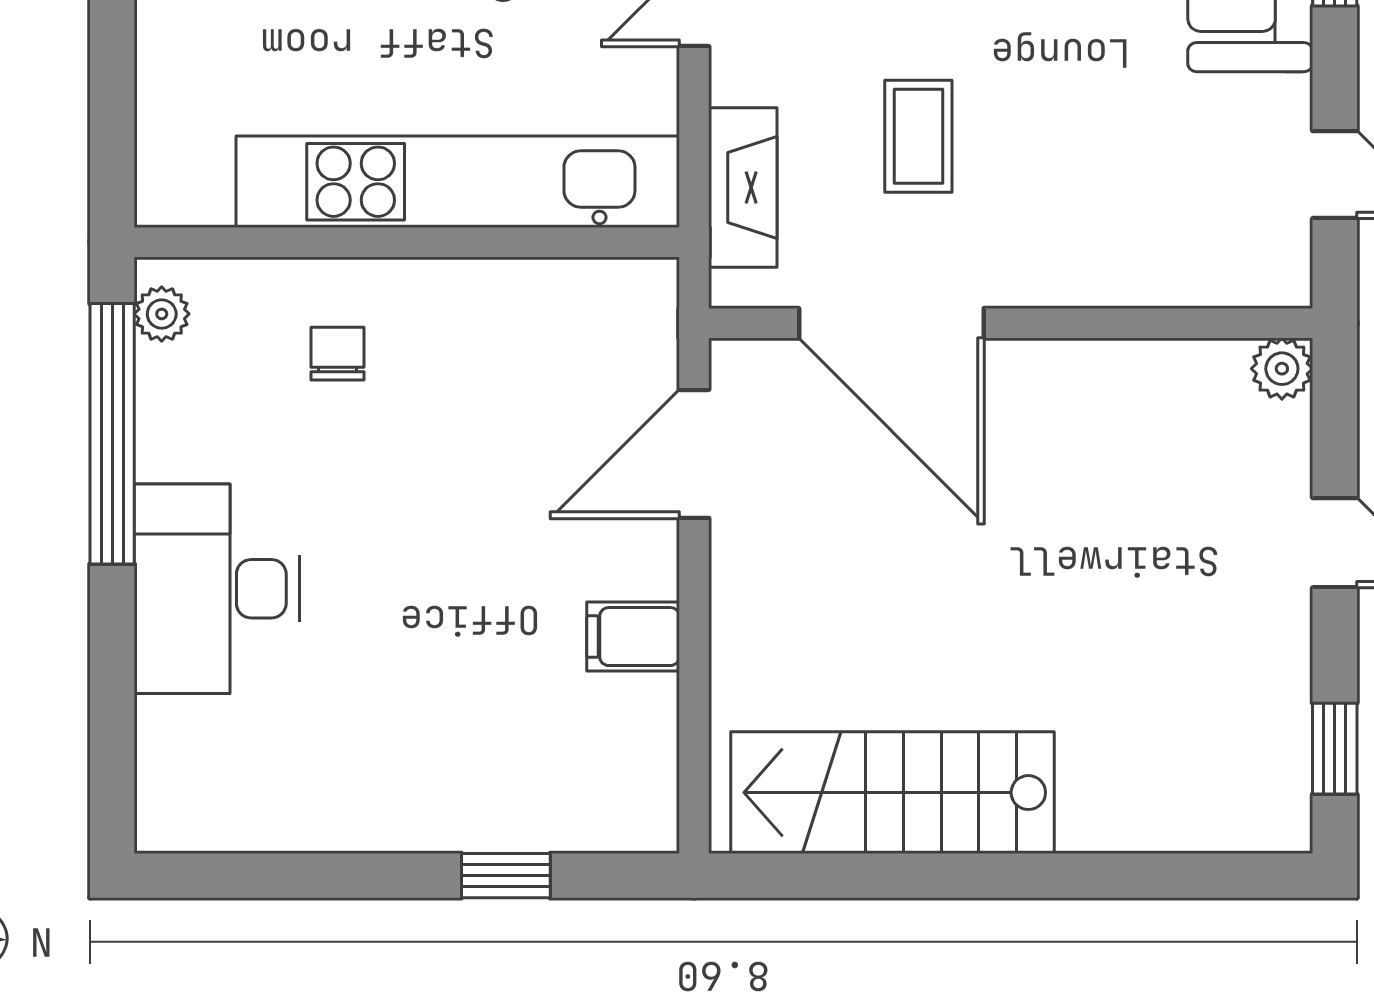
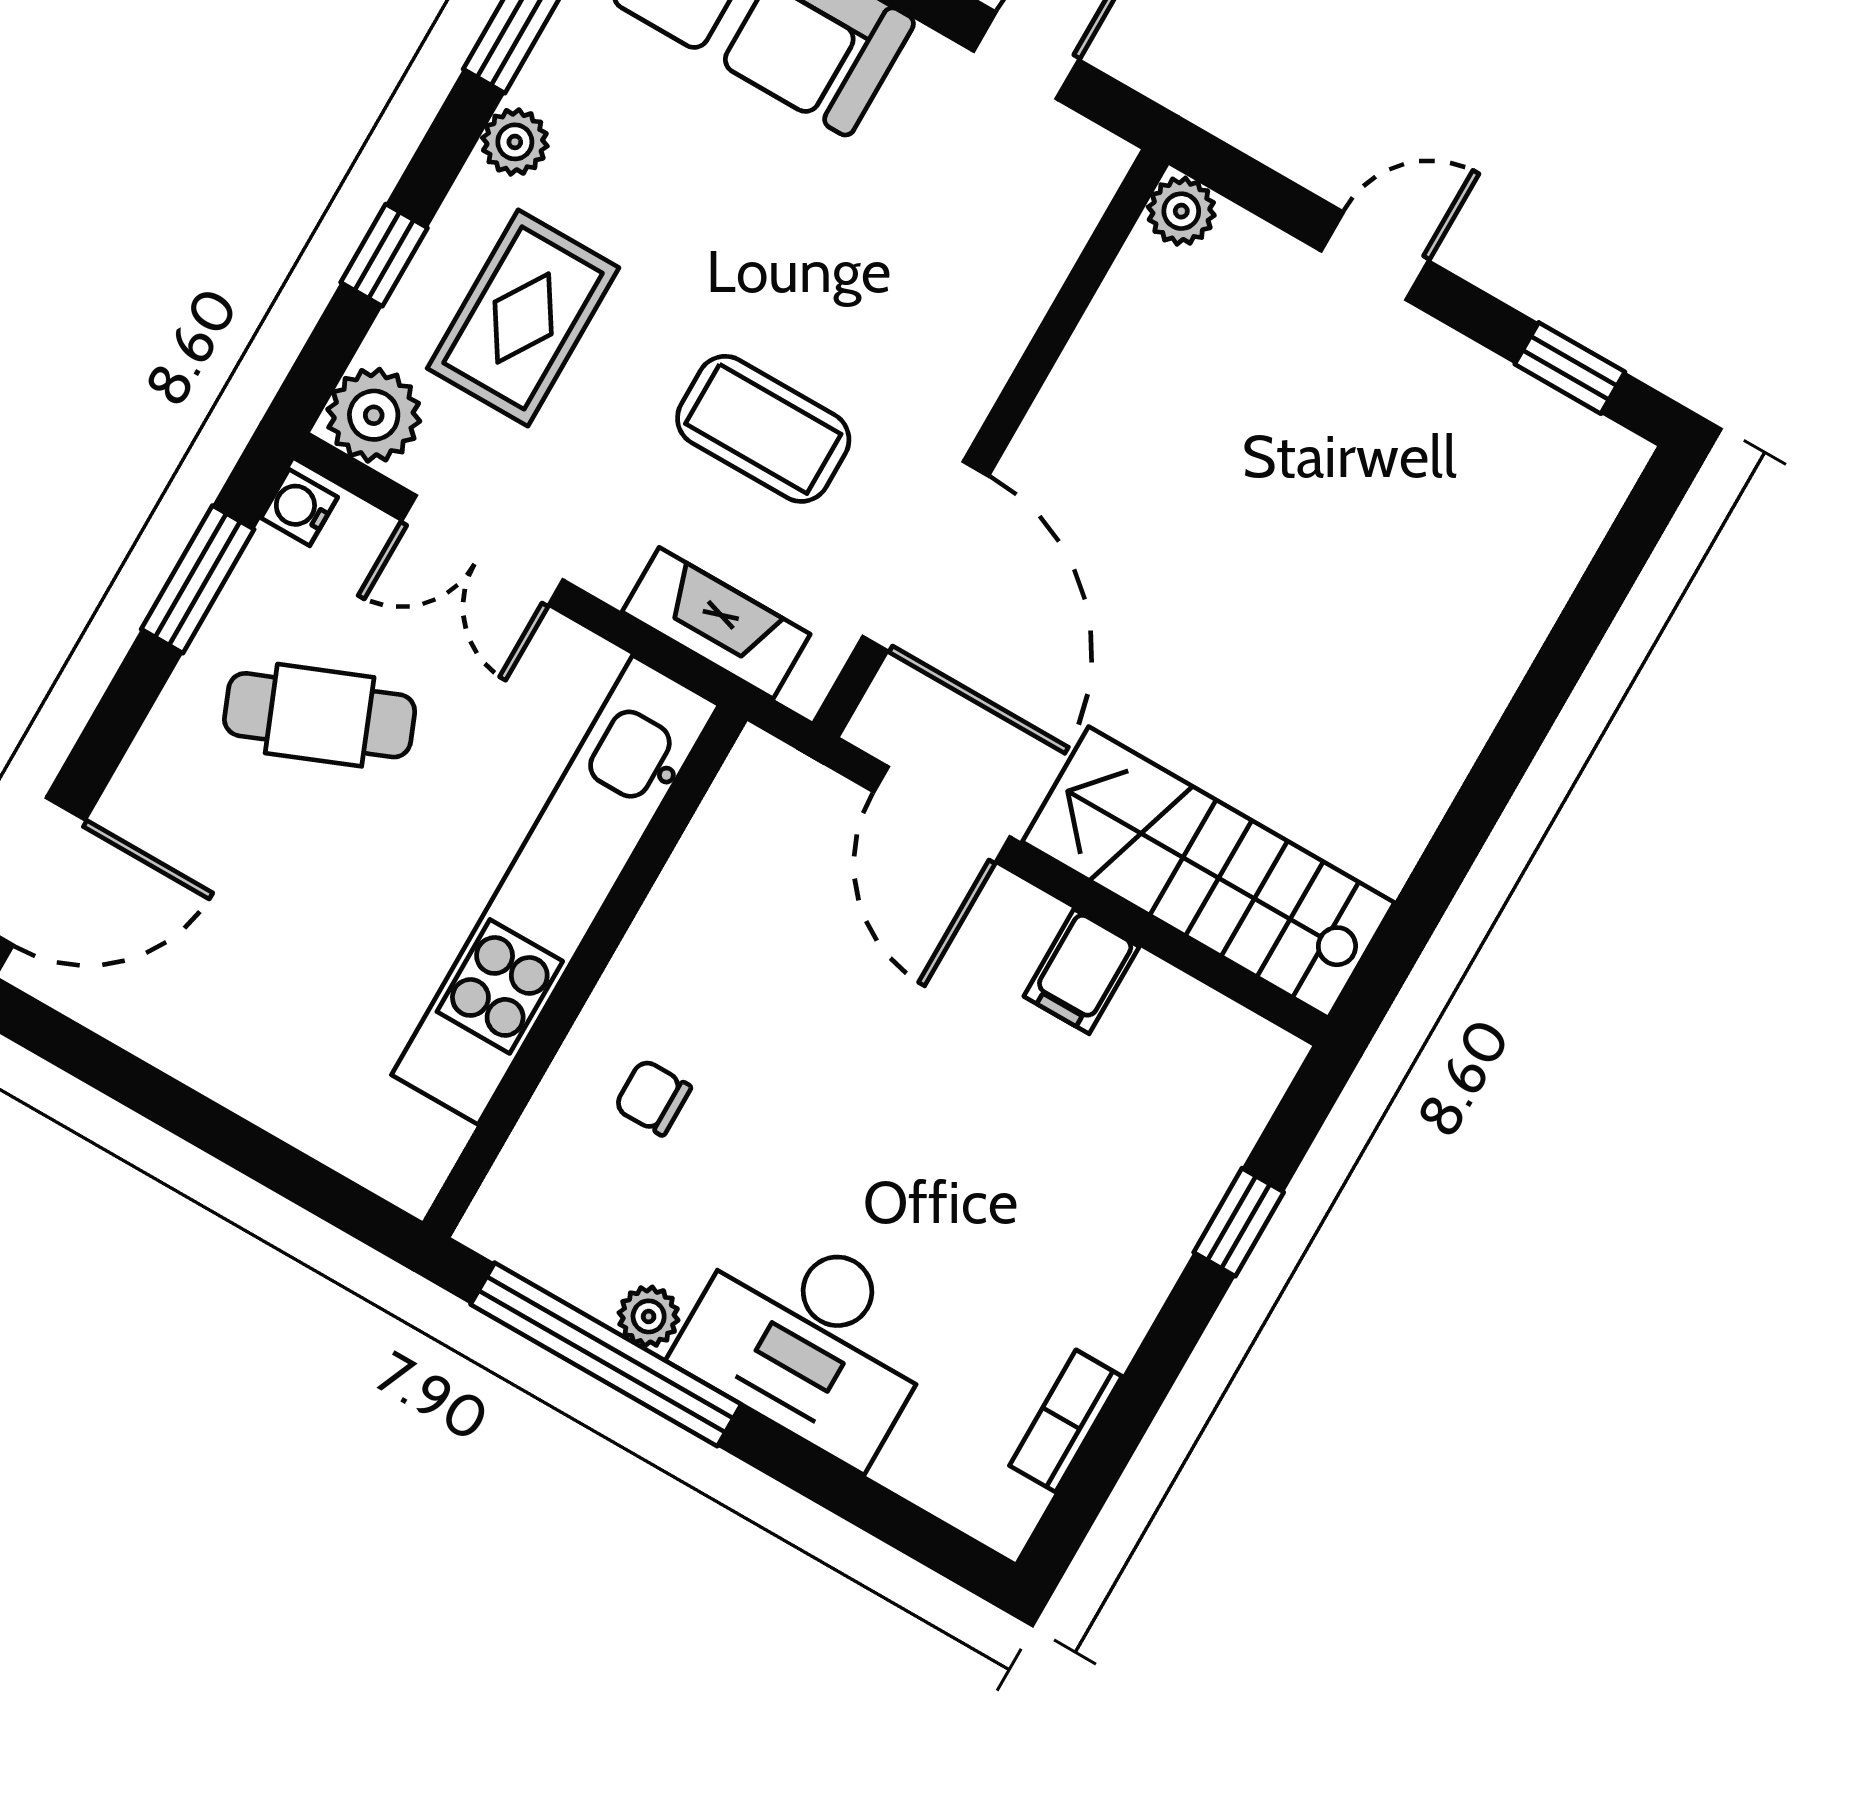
coffee table: (918, 136) -> (763, 429), width x1.36, depth x1.30
plant: (162, 314) -> (649, 1316), moved
door: (891, 323) -> (926, 556), hinge flipped
stairs: (893, 793) -> (1208, 872), moved, turned 90
bookcase: (269, 829) -> (1066, 1421), added

